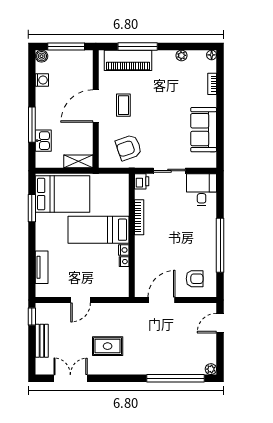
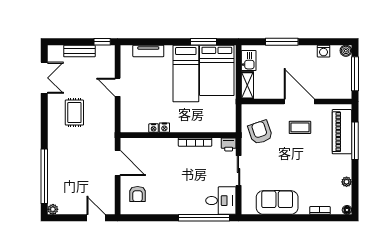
kitchen sink: (43, 141) -> (249, 61), moved, turned -90
bed: (98, 230) -> (186, 73), moved, turned 180
window: (220, 245) -> (204, 218), moved

